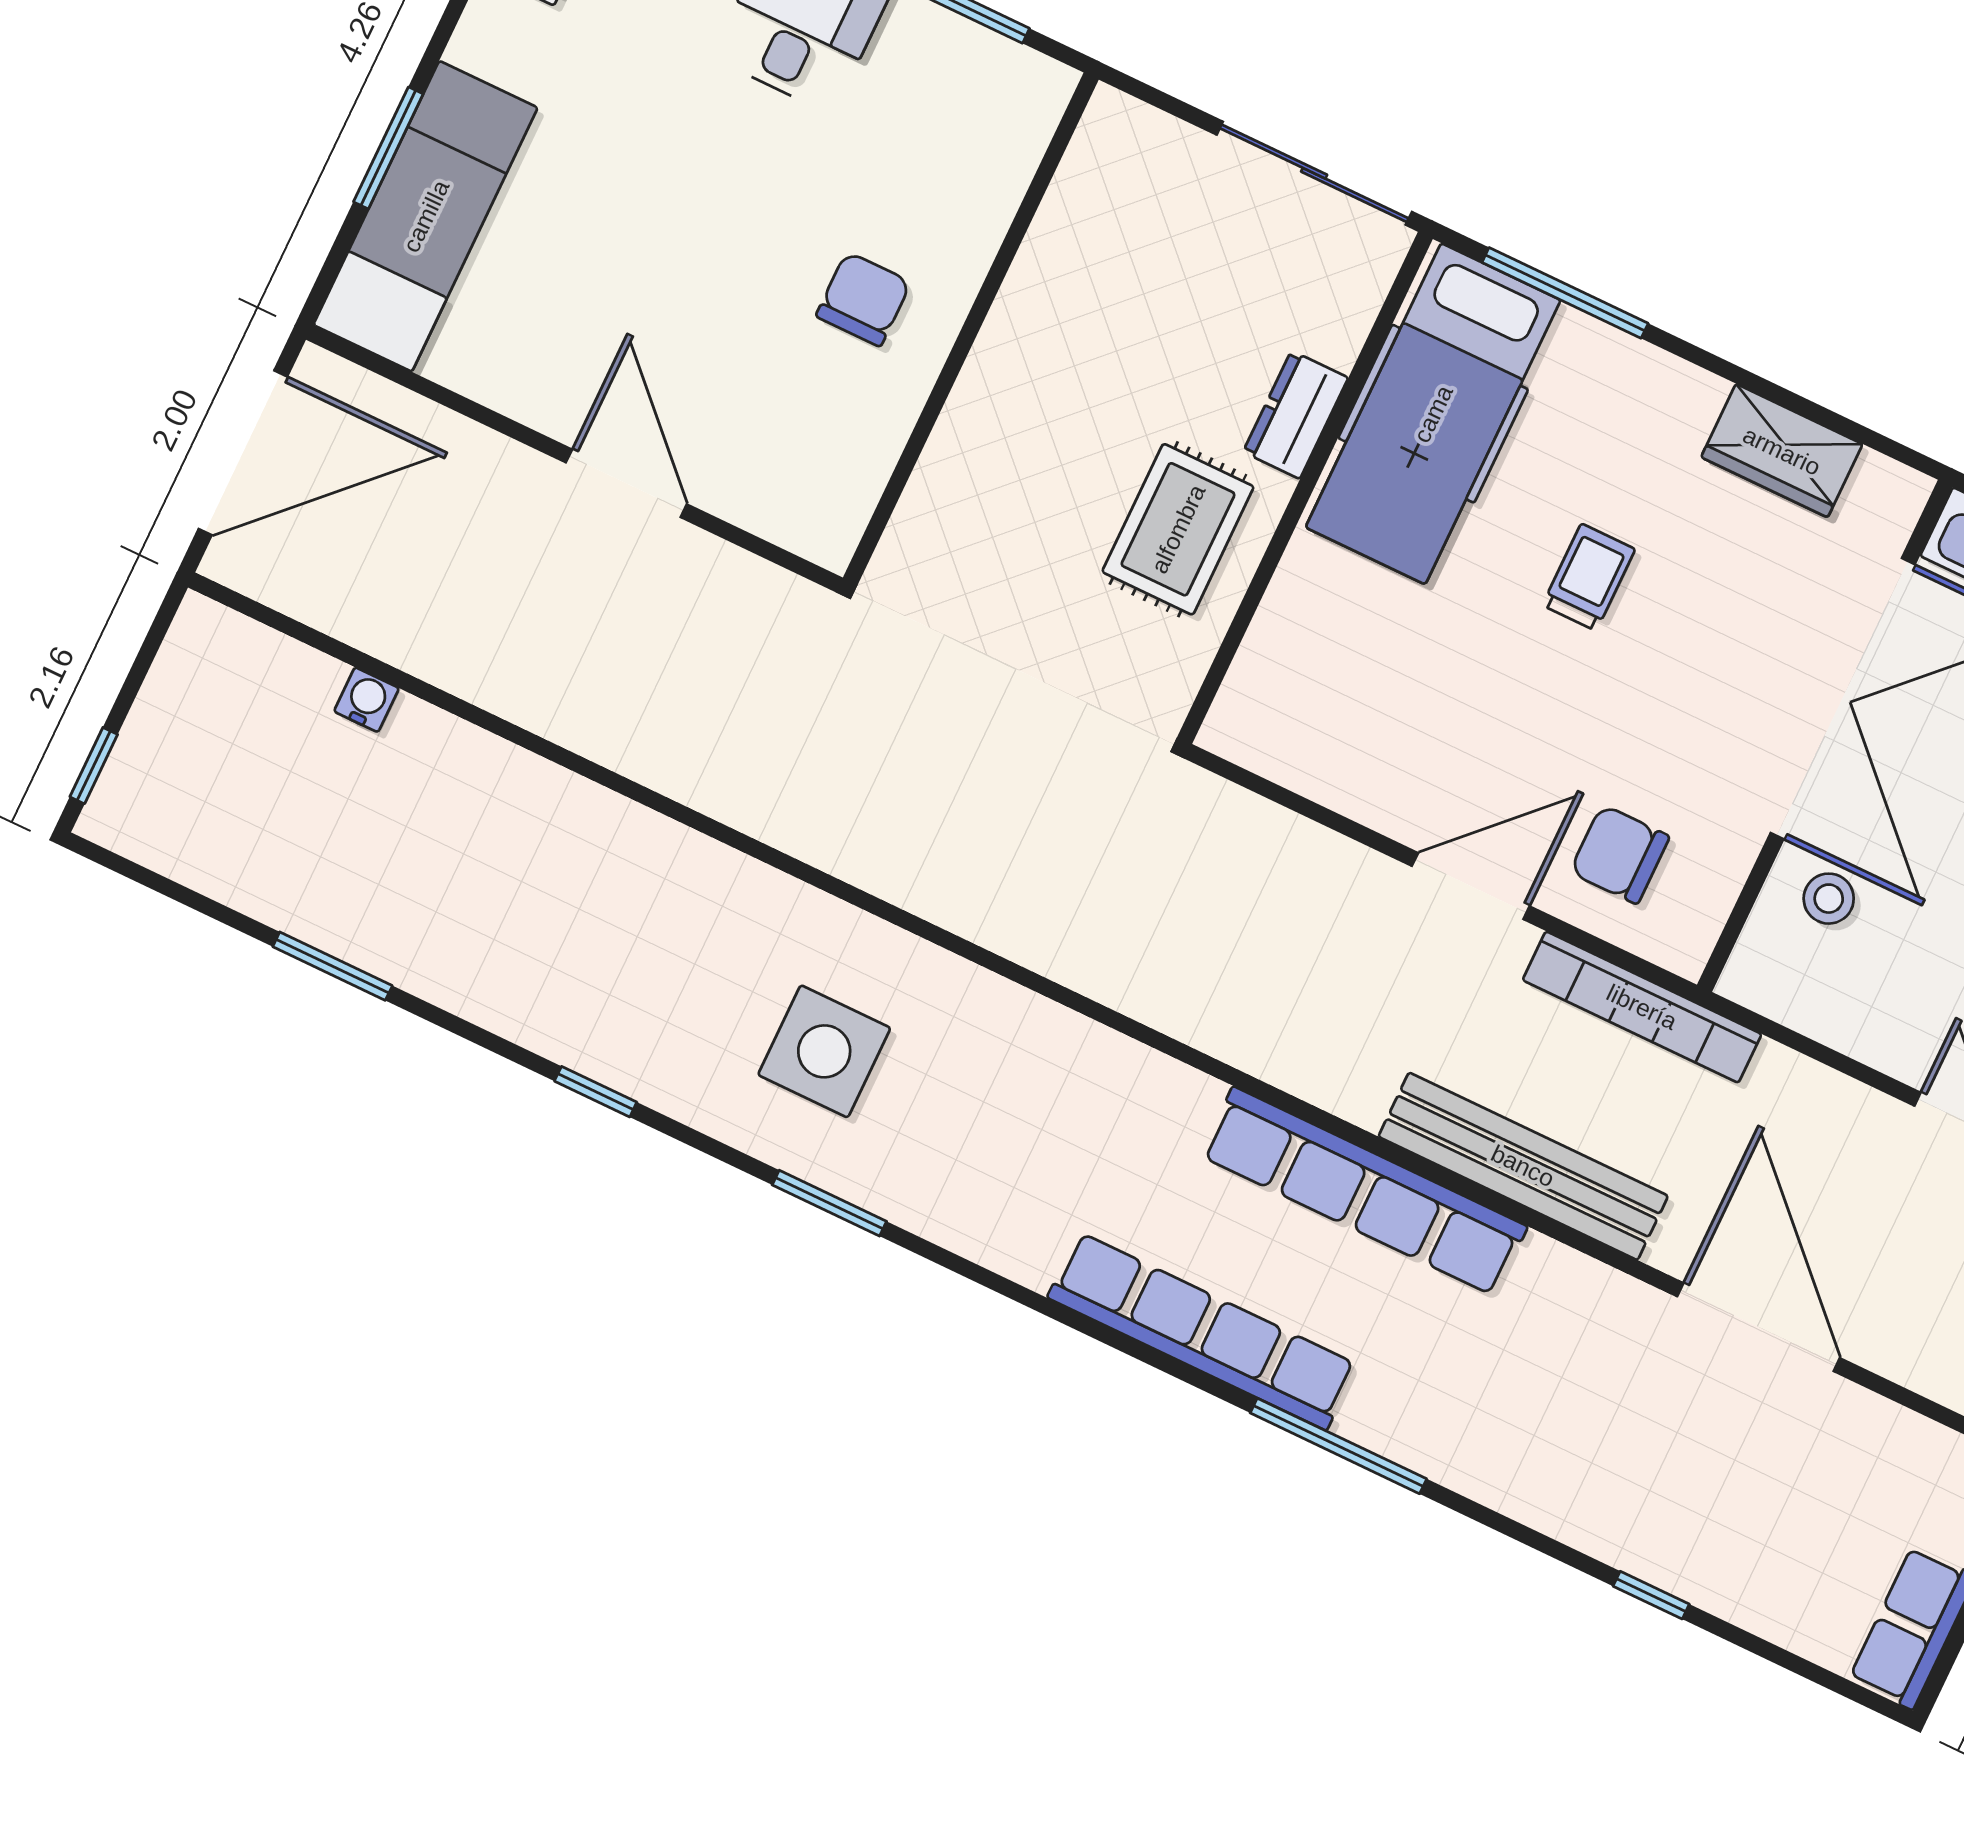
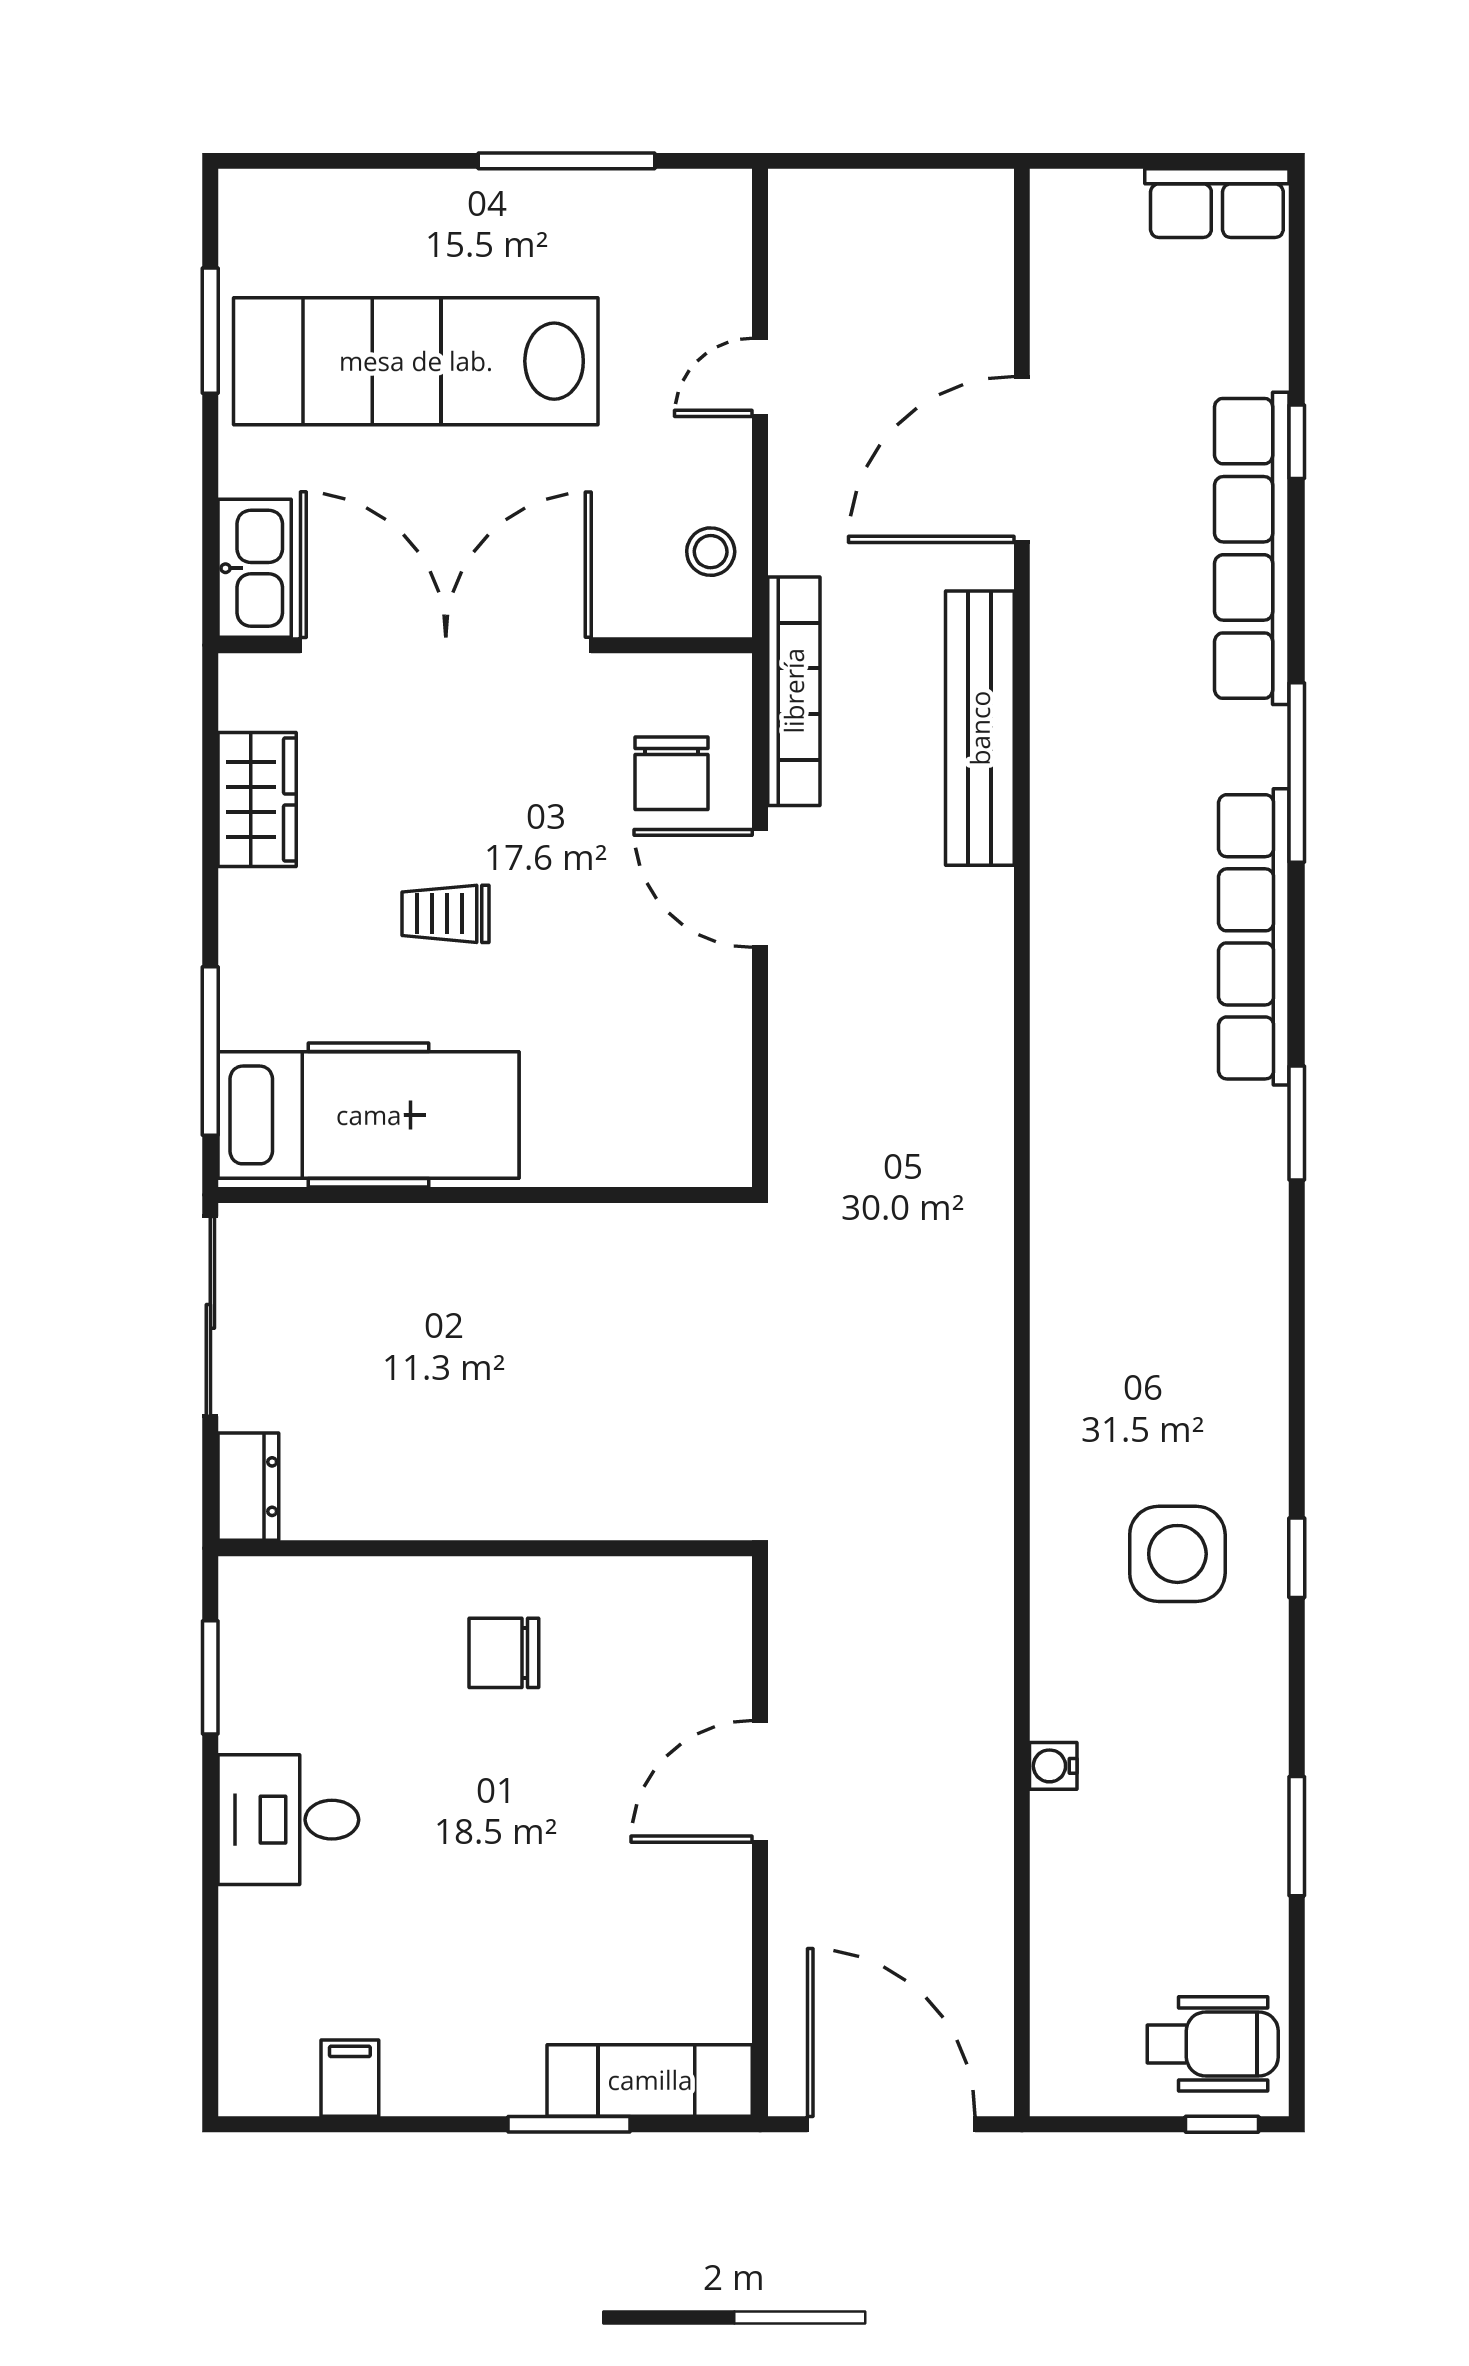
exam couch: (426, 216) -> (650, 2080), width x0.73, depth x0.69
dresser: (1296, 415) -> (248, 1487), moved, turned -90
rug: (1178, 529) -> (573, 1287), removed
water cooler: (367, 700) -> (1053, 1766), moved
wheelchair: (174, 793) -> (1213, 2044), added
stool: (1829, 899) -> (711, 552), moved
side table: (824, 1051) -> (1177, 1554), moved
row of seats: (1364, 1191) -> (1252, 548), moved, turned 180
window: (829, 1203) -> (1297, 1123), moved

